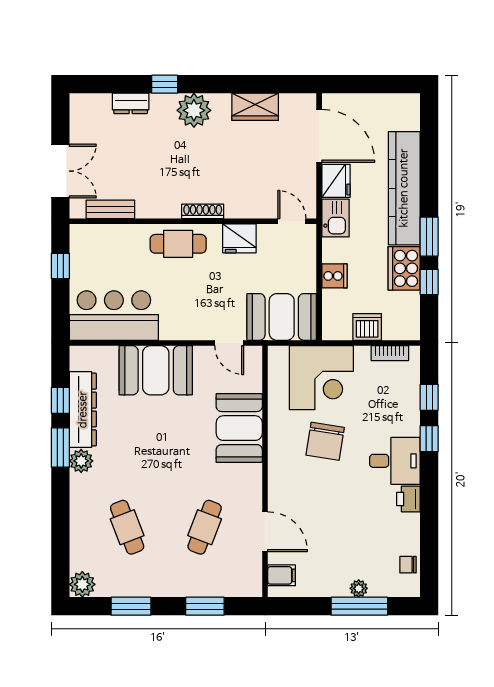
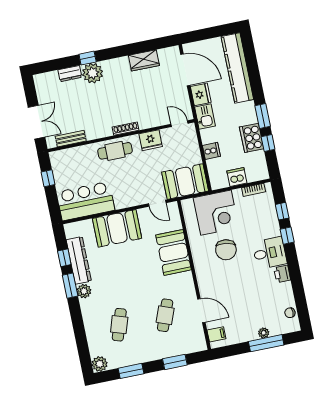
plant: (194, 110) -> (93, 73), moved
kitchen counter: (404, 188) -> (237, 68), moved
cafe table: (127, 527) -> (119, 325), turned 39

